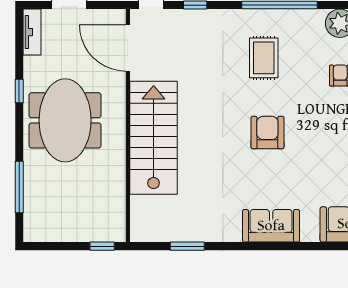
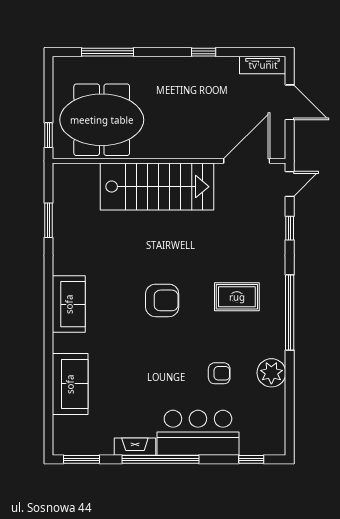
meeting table: (65, 120) -> (102, 120), moved

